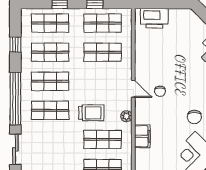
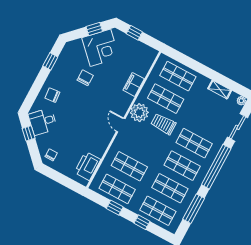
printer: (154, 18) -> (87, 166), moved, turned -90
window: (15, 44) -> (194, 209), width x2.17
chair: (160, 91) -> (51, 155), moved
plant: (126, 116) -> (139, 113), width x1.87, depth x1.87

